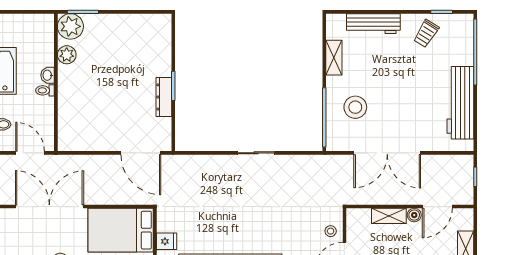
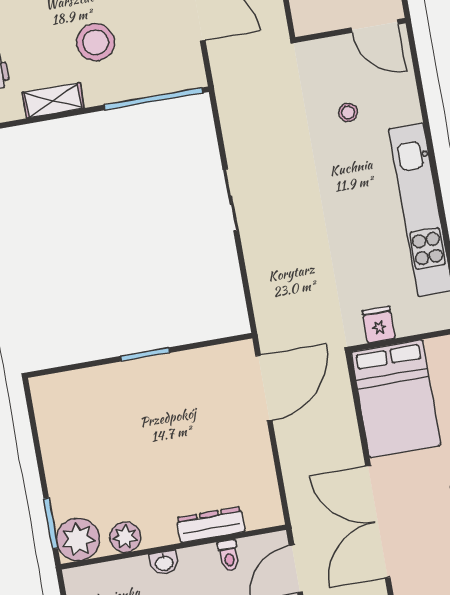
toilet: (45, 90) -> (229, 556), moved
dresser: (164, 97) -> (211, 525), moved, turned 180
stool: (355, 107) -> (96, 42), moved
stool: (331, 231) -> (348, 112), moved
fridge: (167, 241) -> (379, 325), moved

